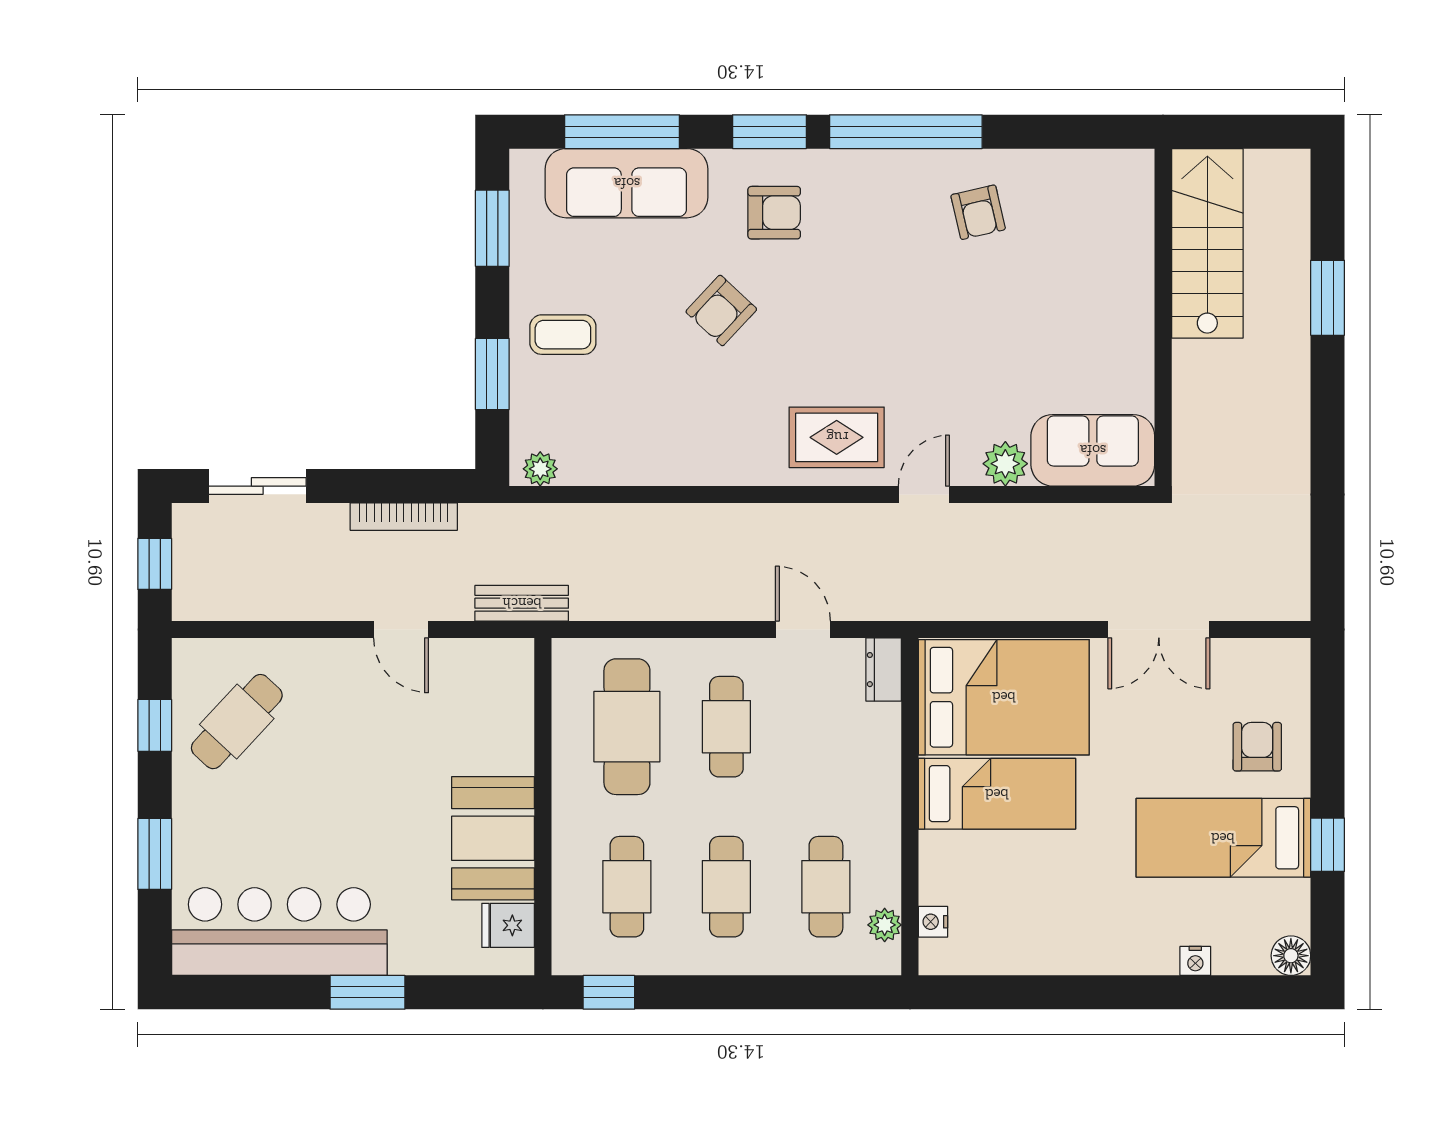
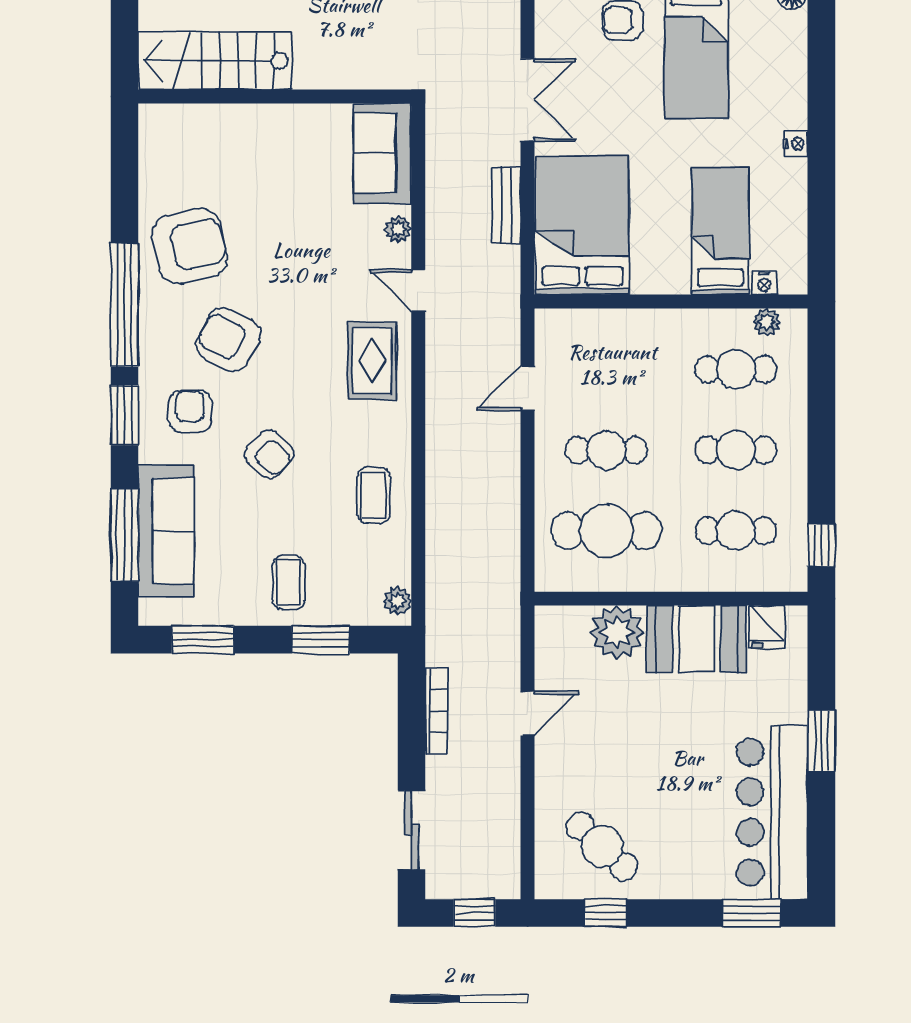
armchair: (978, 212) -> (190, 246), width x1.88, depth x1.88
armchair: (863, 260) -> (228, 339), added
coffee table: (670, 439) -> (374, 495), added
plant: (1005, 464) -> (398, 229), width x0.73, depth x0.73
bench: (522, 603) -> (506, 205), moved
dresser: (884, 670) -> (560, 323), removed
plant: (501, 740) -> (617, 632), added
bed: (997, 794) -> (720, 231), moved
window: (155, 854) -> (752, 913), moved
nightstand: (1195, 961) -> (796, 144), moved

